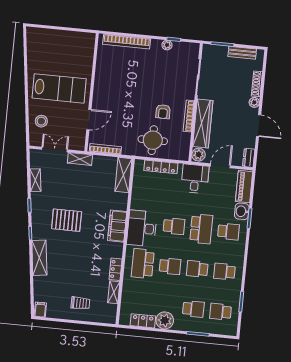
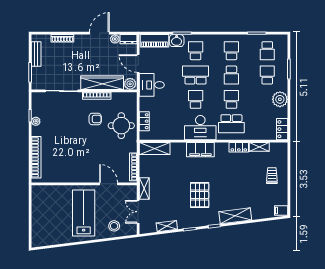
plant: (254, 102) -> (115, 39), moved
locker: (161, 167) -> (144, 121), width x0.66
school desk: (225, 272) -> (231, 51), turned 180
locker: (143, 321) -> (282, 129), moved

